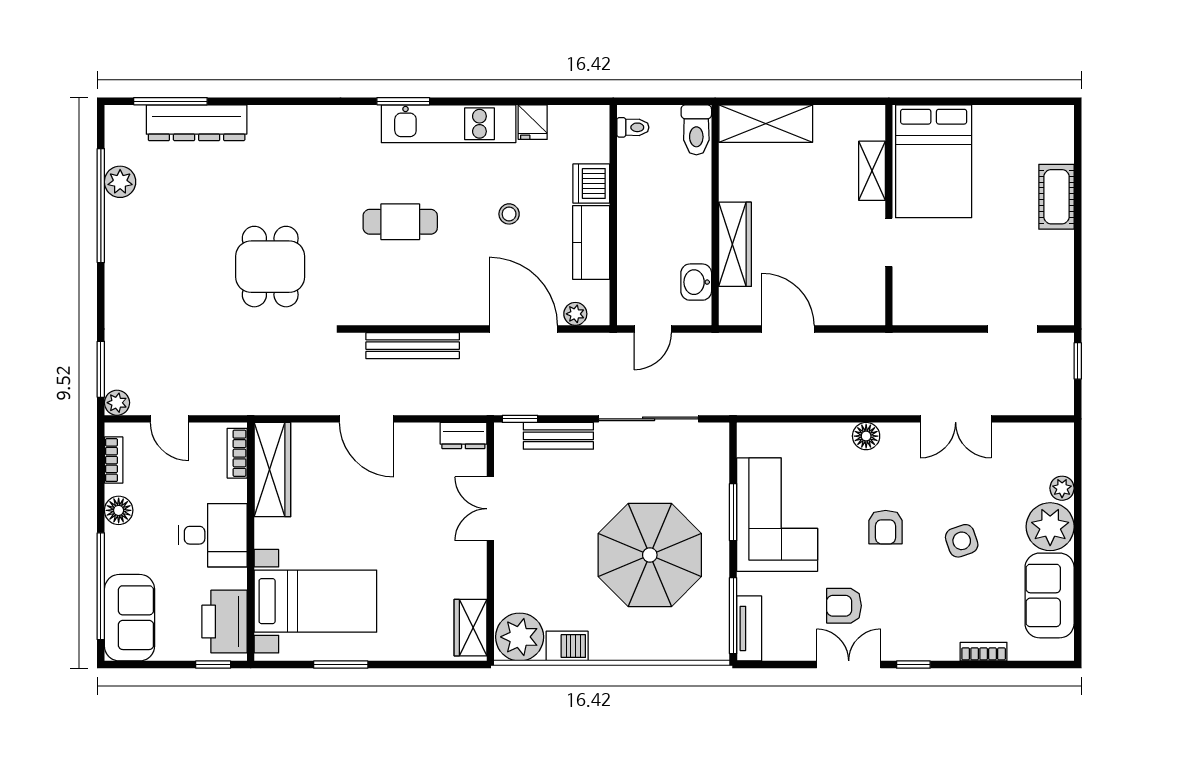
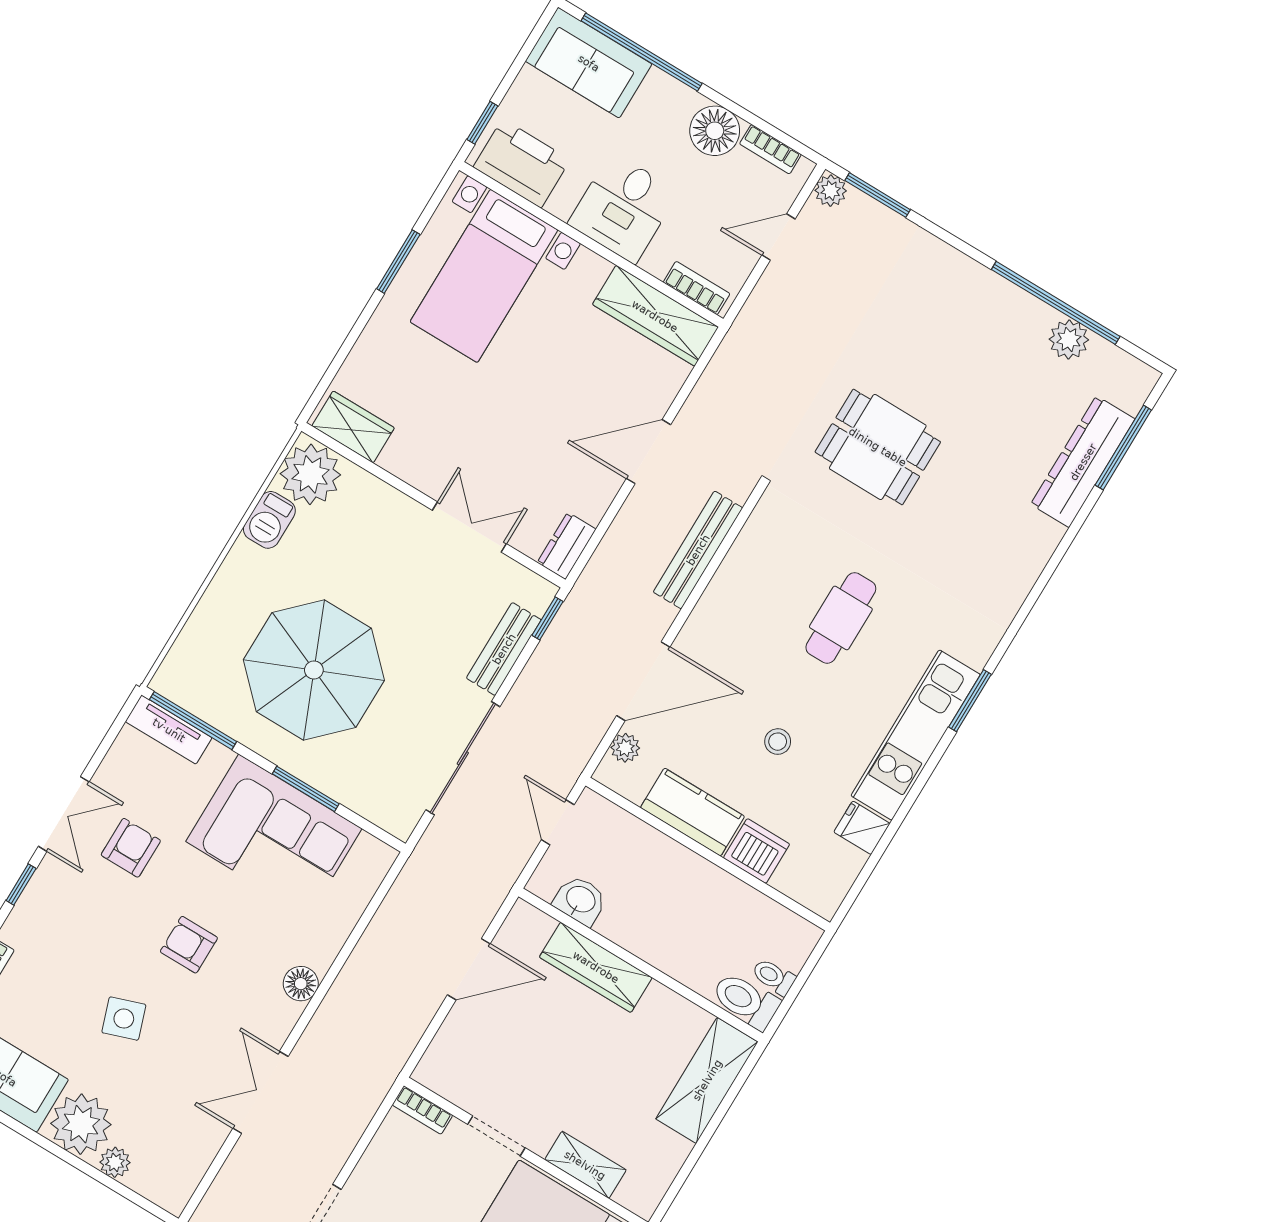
toilet: (633, 127) -> (774, 977), moved, turned 90
bookcase: (902, 303) -> (422, 1110), added
floor lamp: (119, 510) -> (715, 131), width x1.38, depth x1.38

